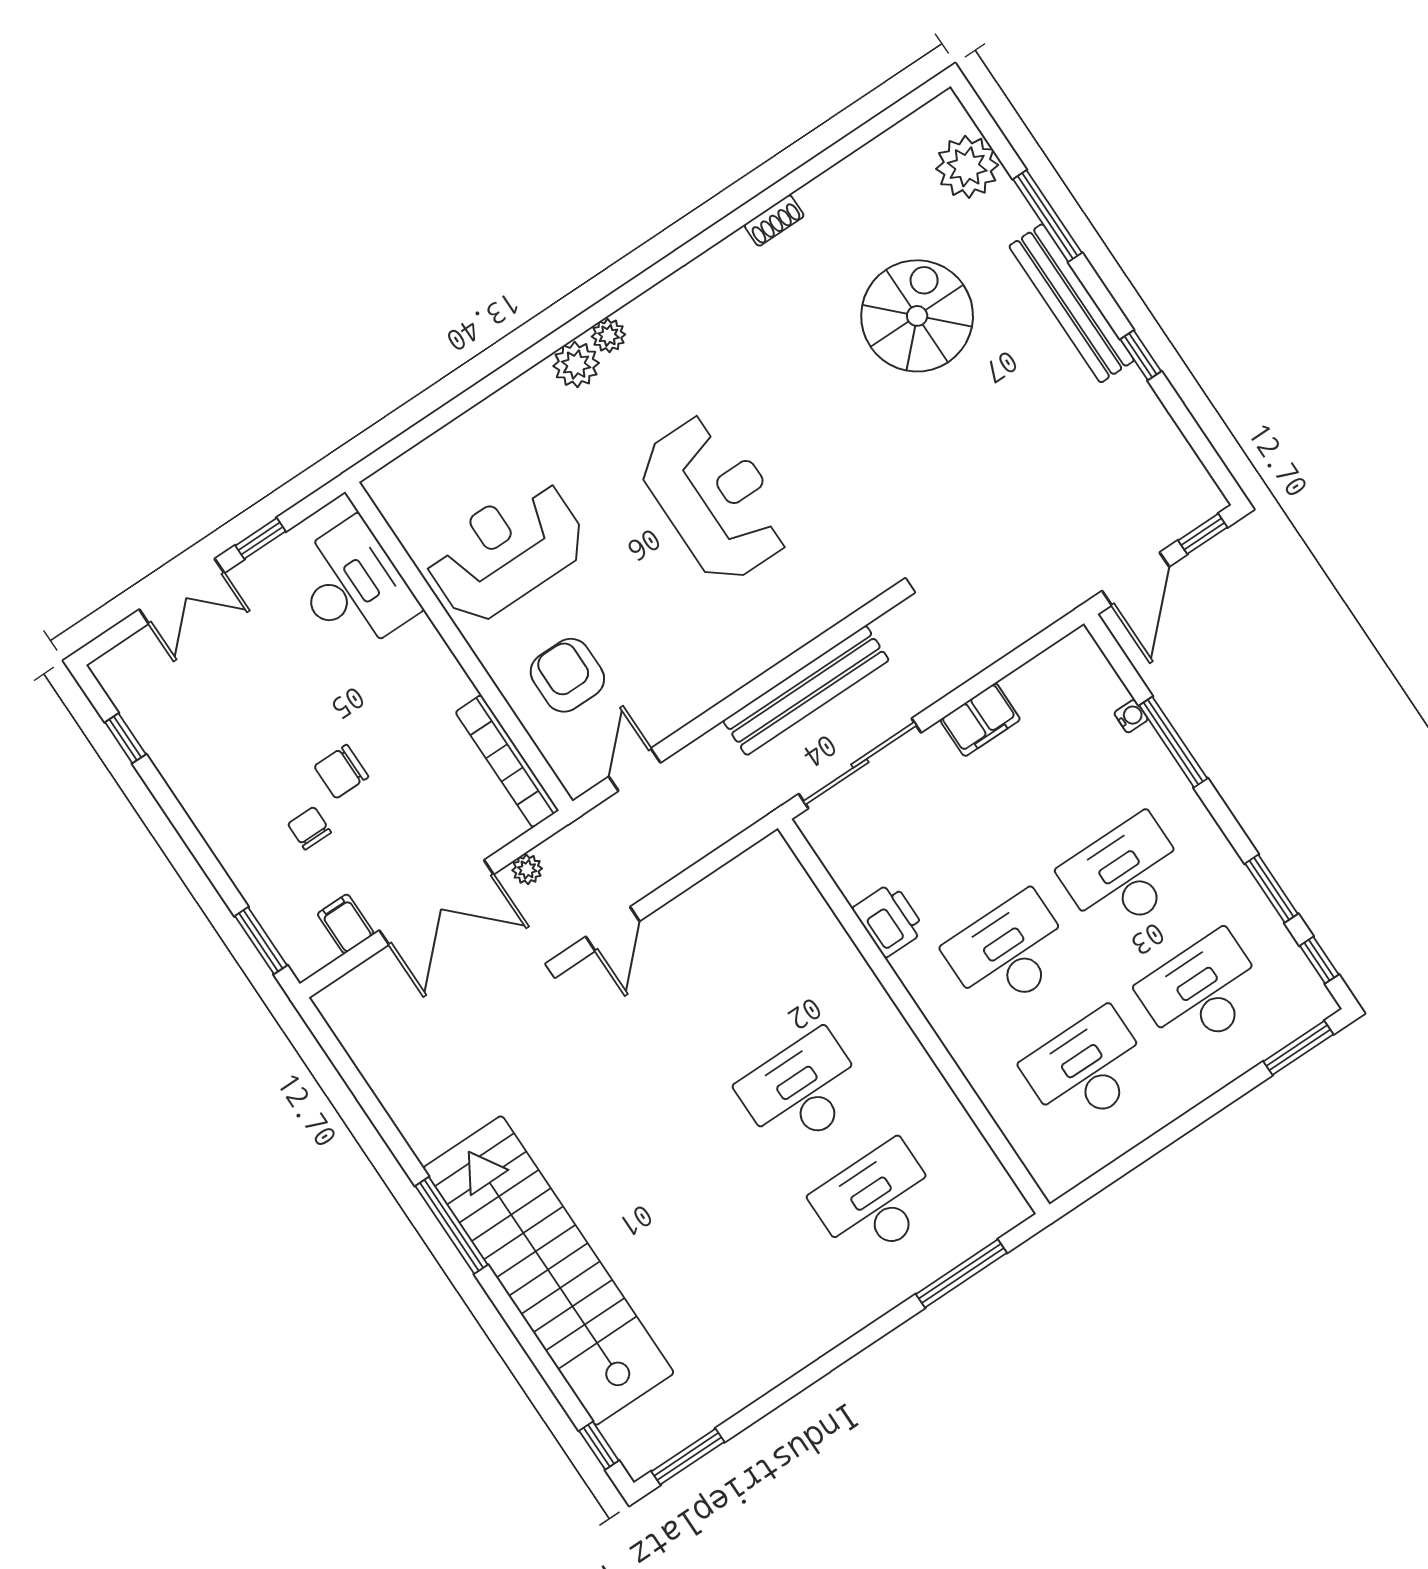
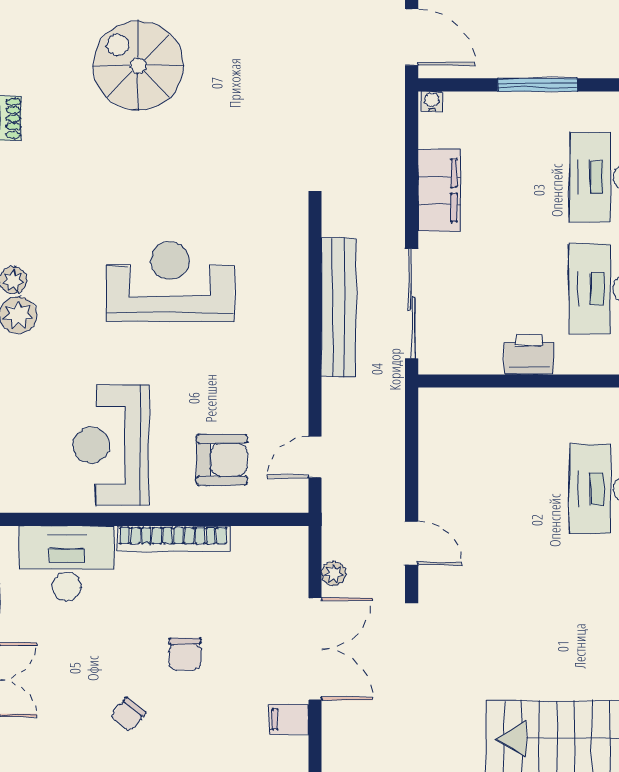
armchair: (567, 675) -> (222, 460), turned 180
water cooler: (1131, 716) -> (432, 102), moved
filing cabinet: (980, 720) -> (439, 190), width x1.50, depth x1.17
bookcase: (507, 761) -> (173, 539), moved
door: (635, 770) -> (315, 457), hinge flipped
chair: (309, 828) -> (128, 715), moved, turned -51

